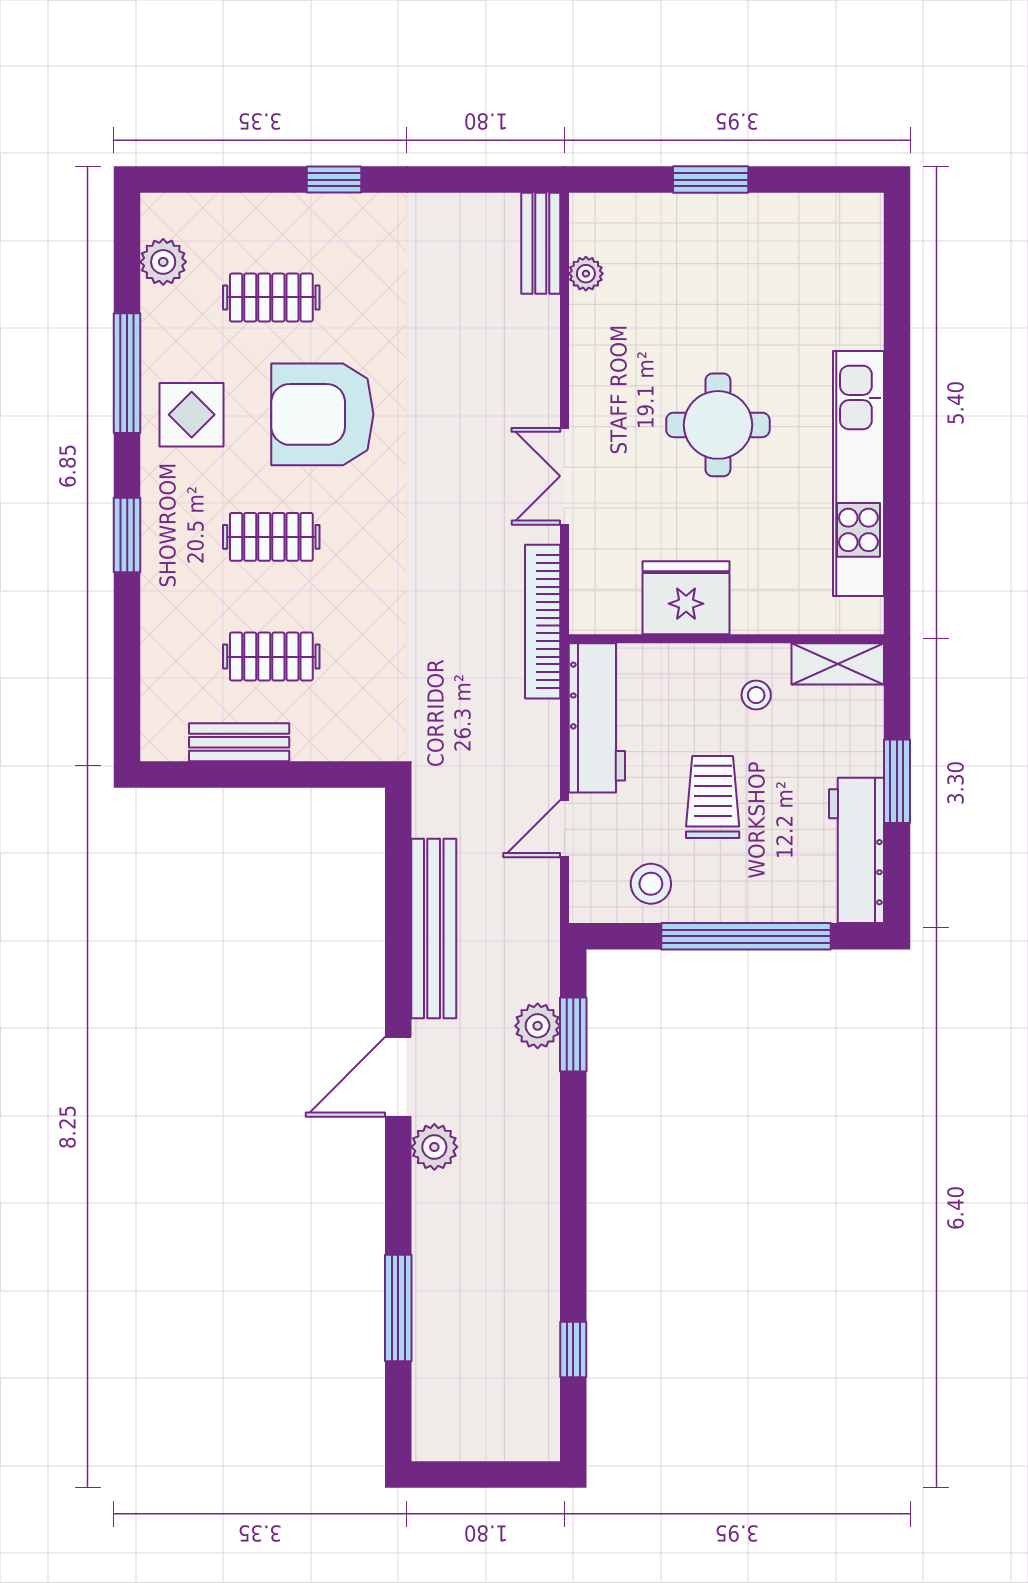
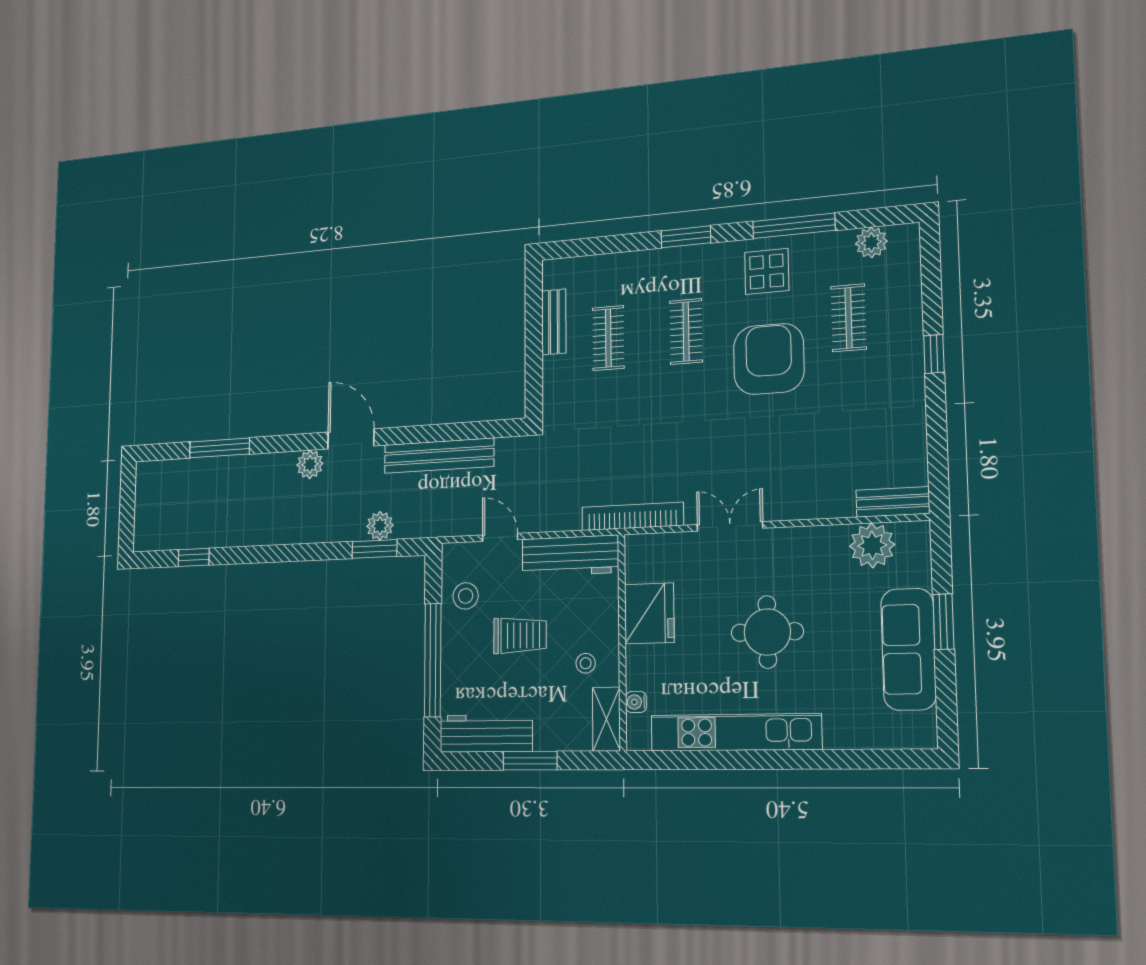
sofa: (747, 228) -> (908, 649), added
plant: (586, 274) -> (872, 545), width x1.87, depth x1.87
water cooler: (814, 619) -> (636, 702), added

